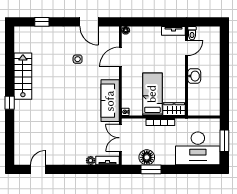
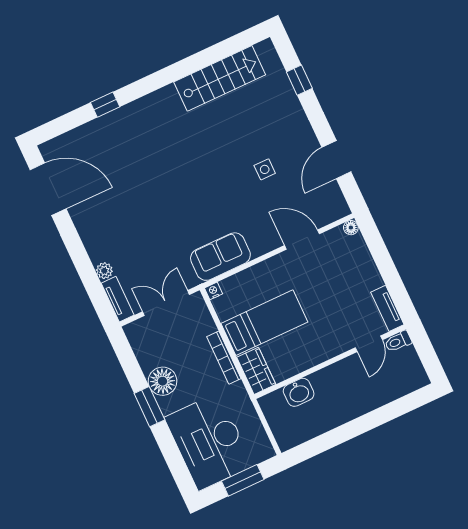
door: (187, 48) -> (369, 344), hinge flipped
stairs: (23, 76) -> (220, 78), moved
washbasin: (194, 76) -> (299, 392), moved
sofa: (110, 101) -> (220, 257), width x0.73
window: (10, 103) -> (105, 105), moved
floor lamp: (147, 157) -> (163, 381), moved
door: (38, 169) -> (48, 189), width x1.88
window: (151, 169) -> (149, 407), moved

